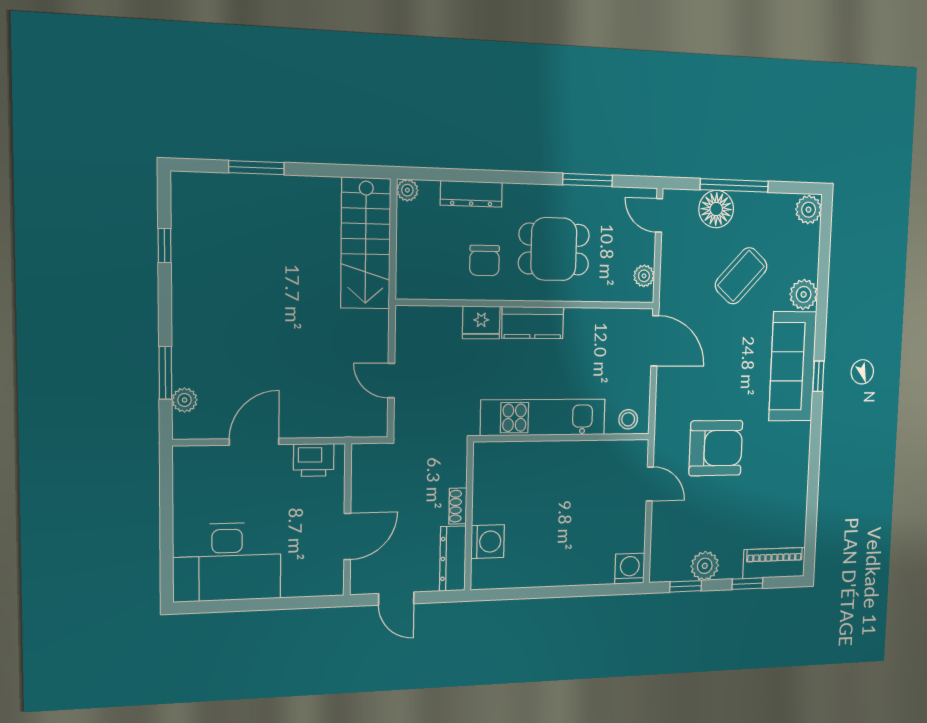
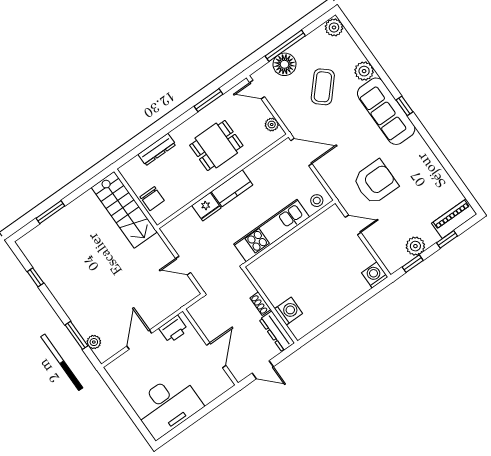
plant: (407, 190) -> (126, 171), removed
chair: (484, 260) -> (152, 199), moved

